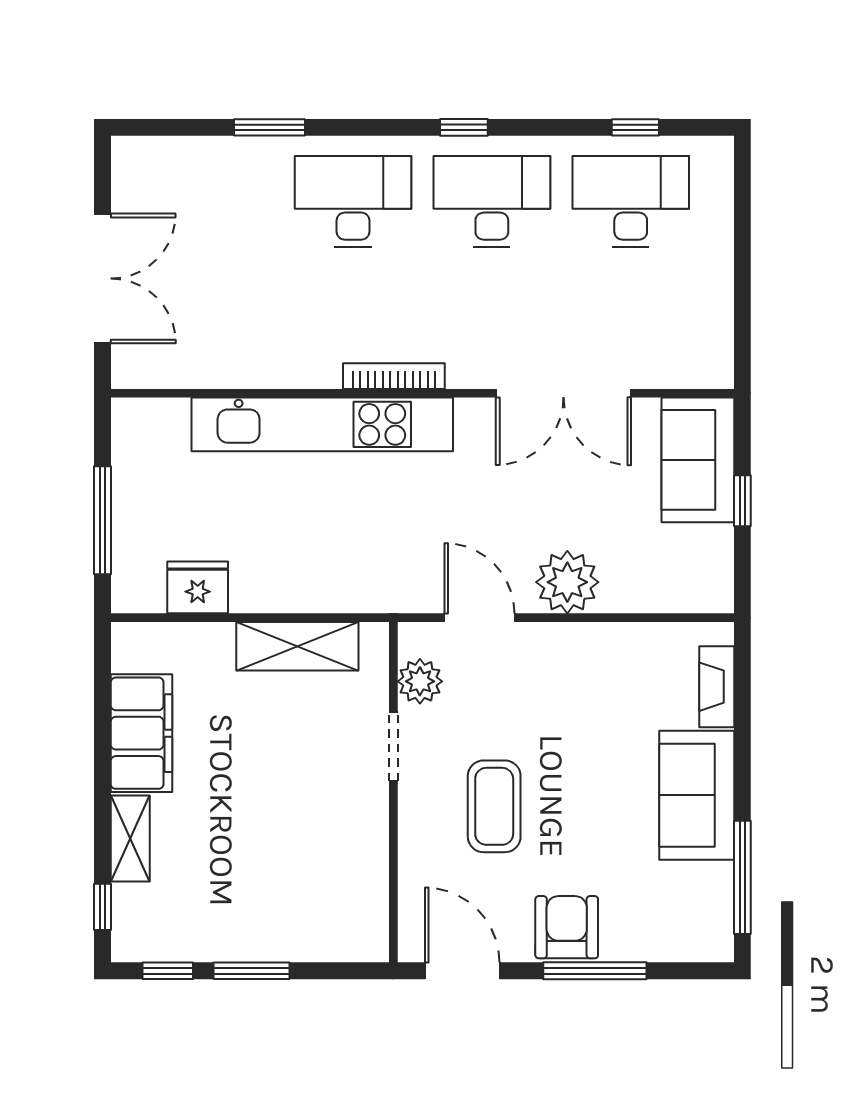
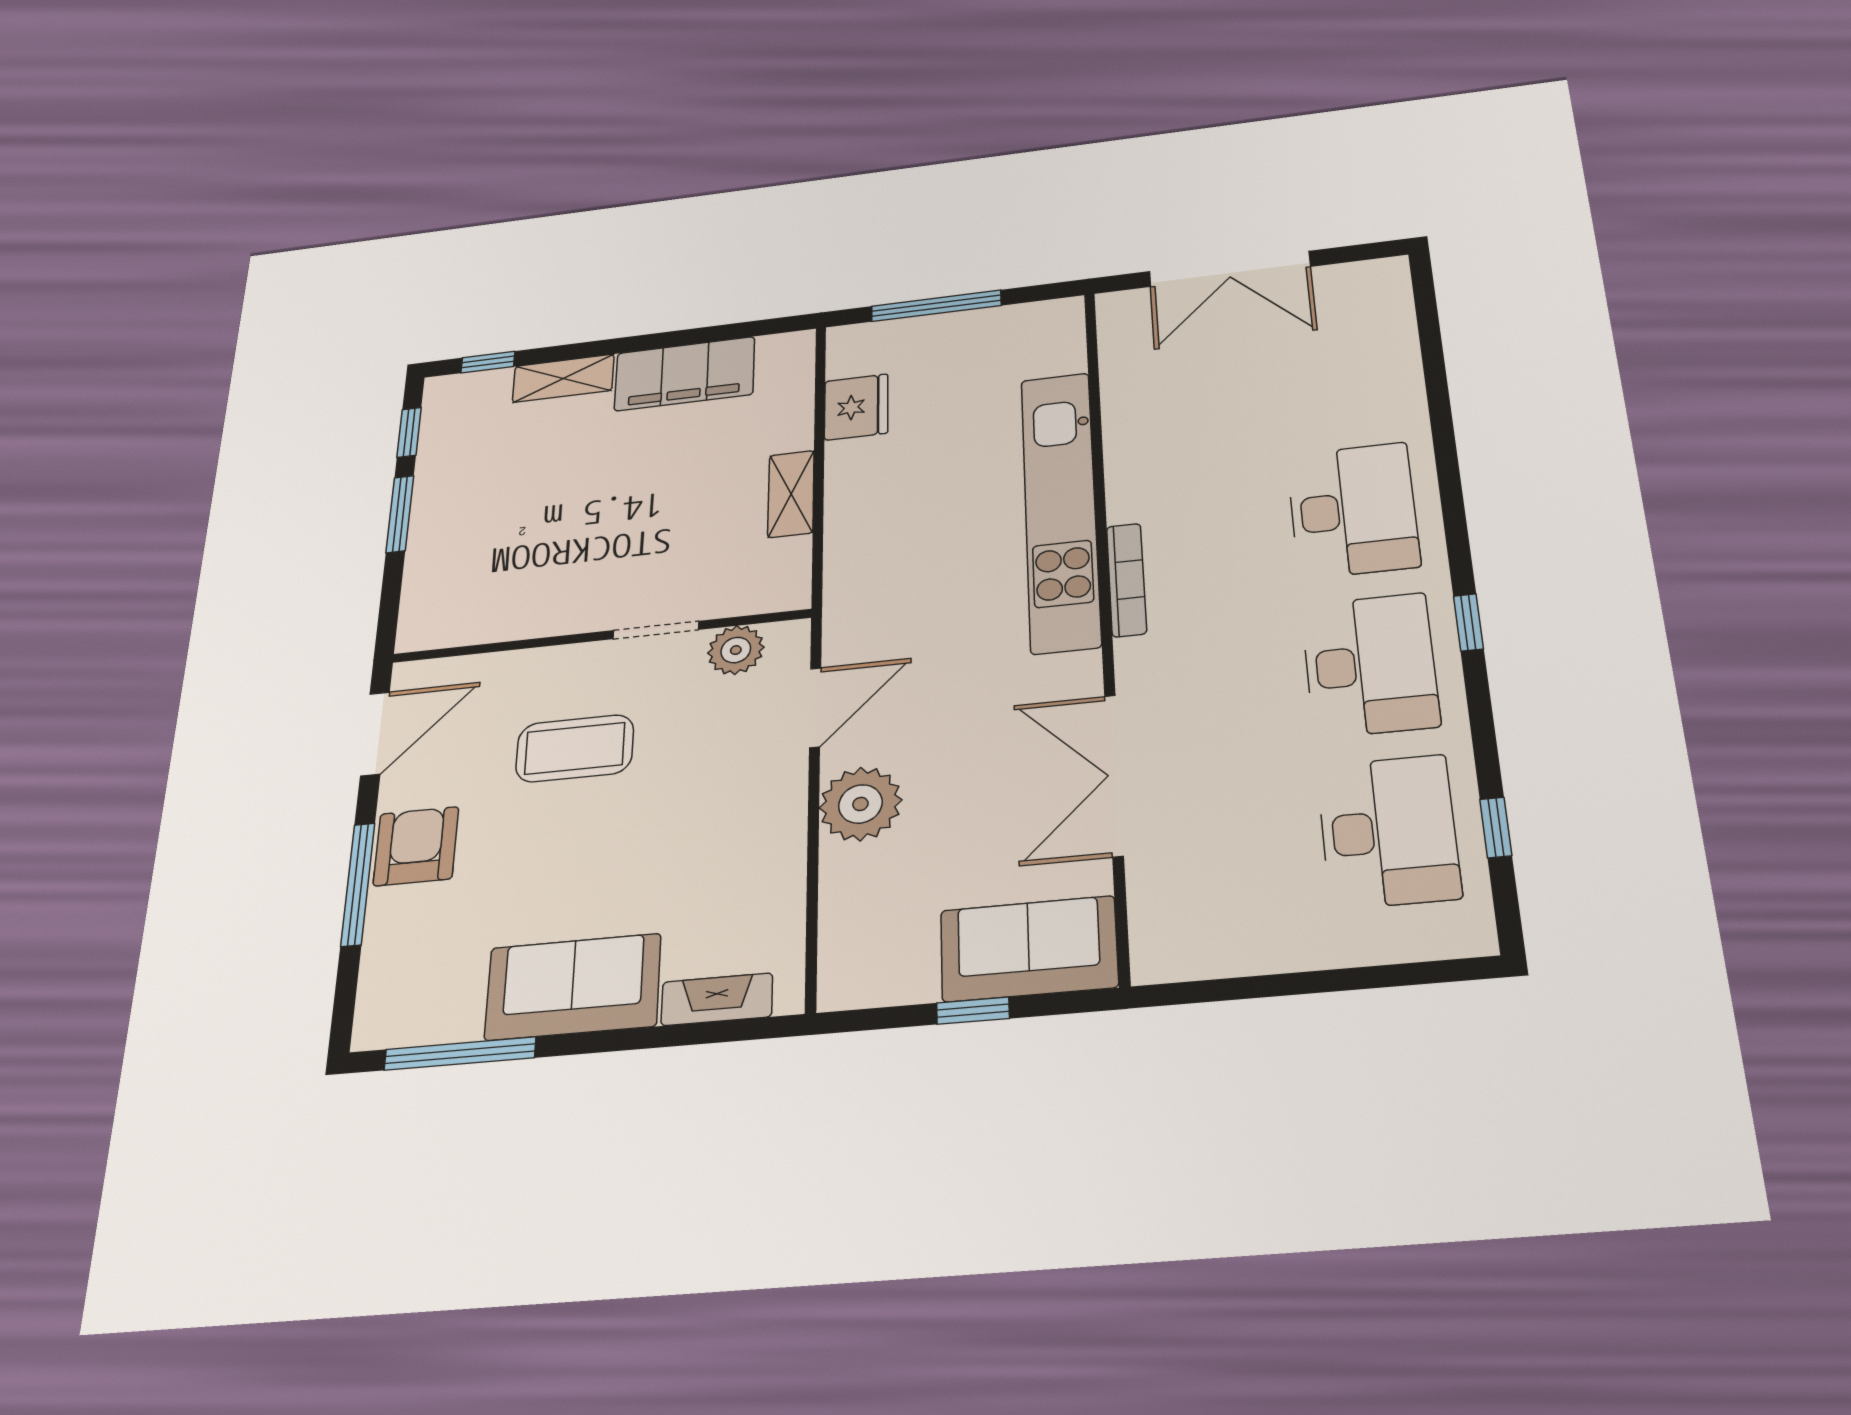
window: (270, 127) -> (1440, 411), removed
shelving: (297, 646) -> (791, 494), width x0.67, depth x0.75
armchair: (567, 927) -> (416, 846), turned -90

